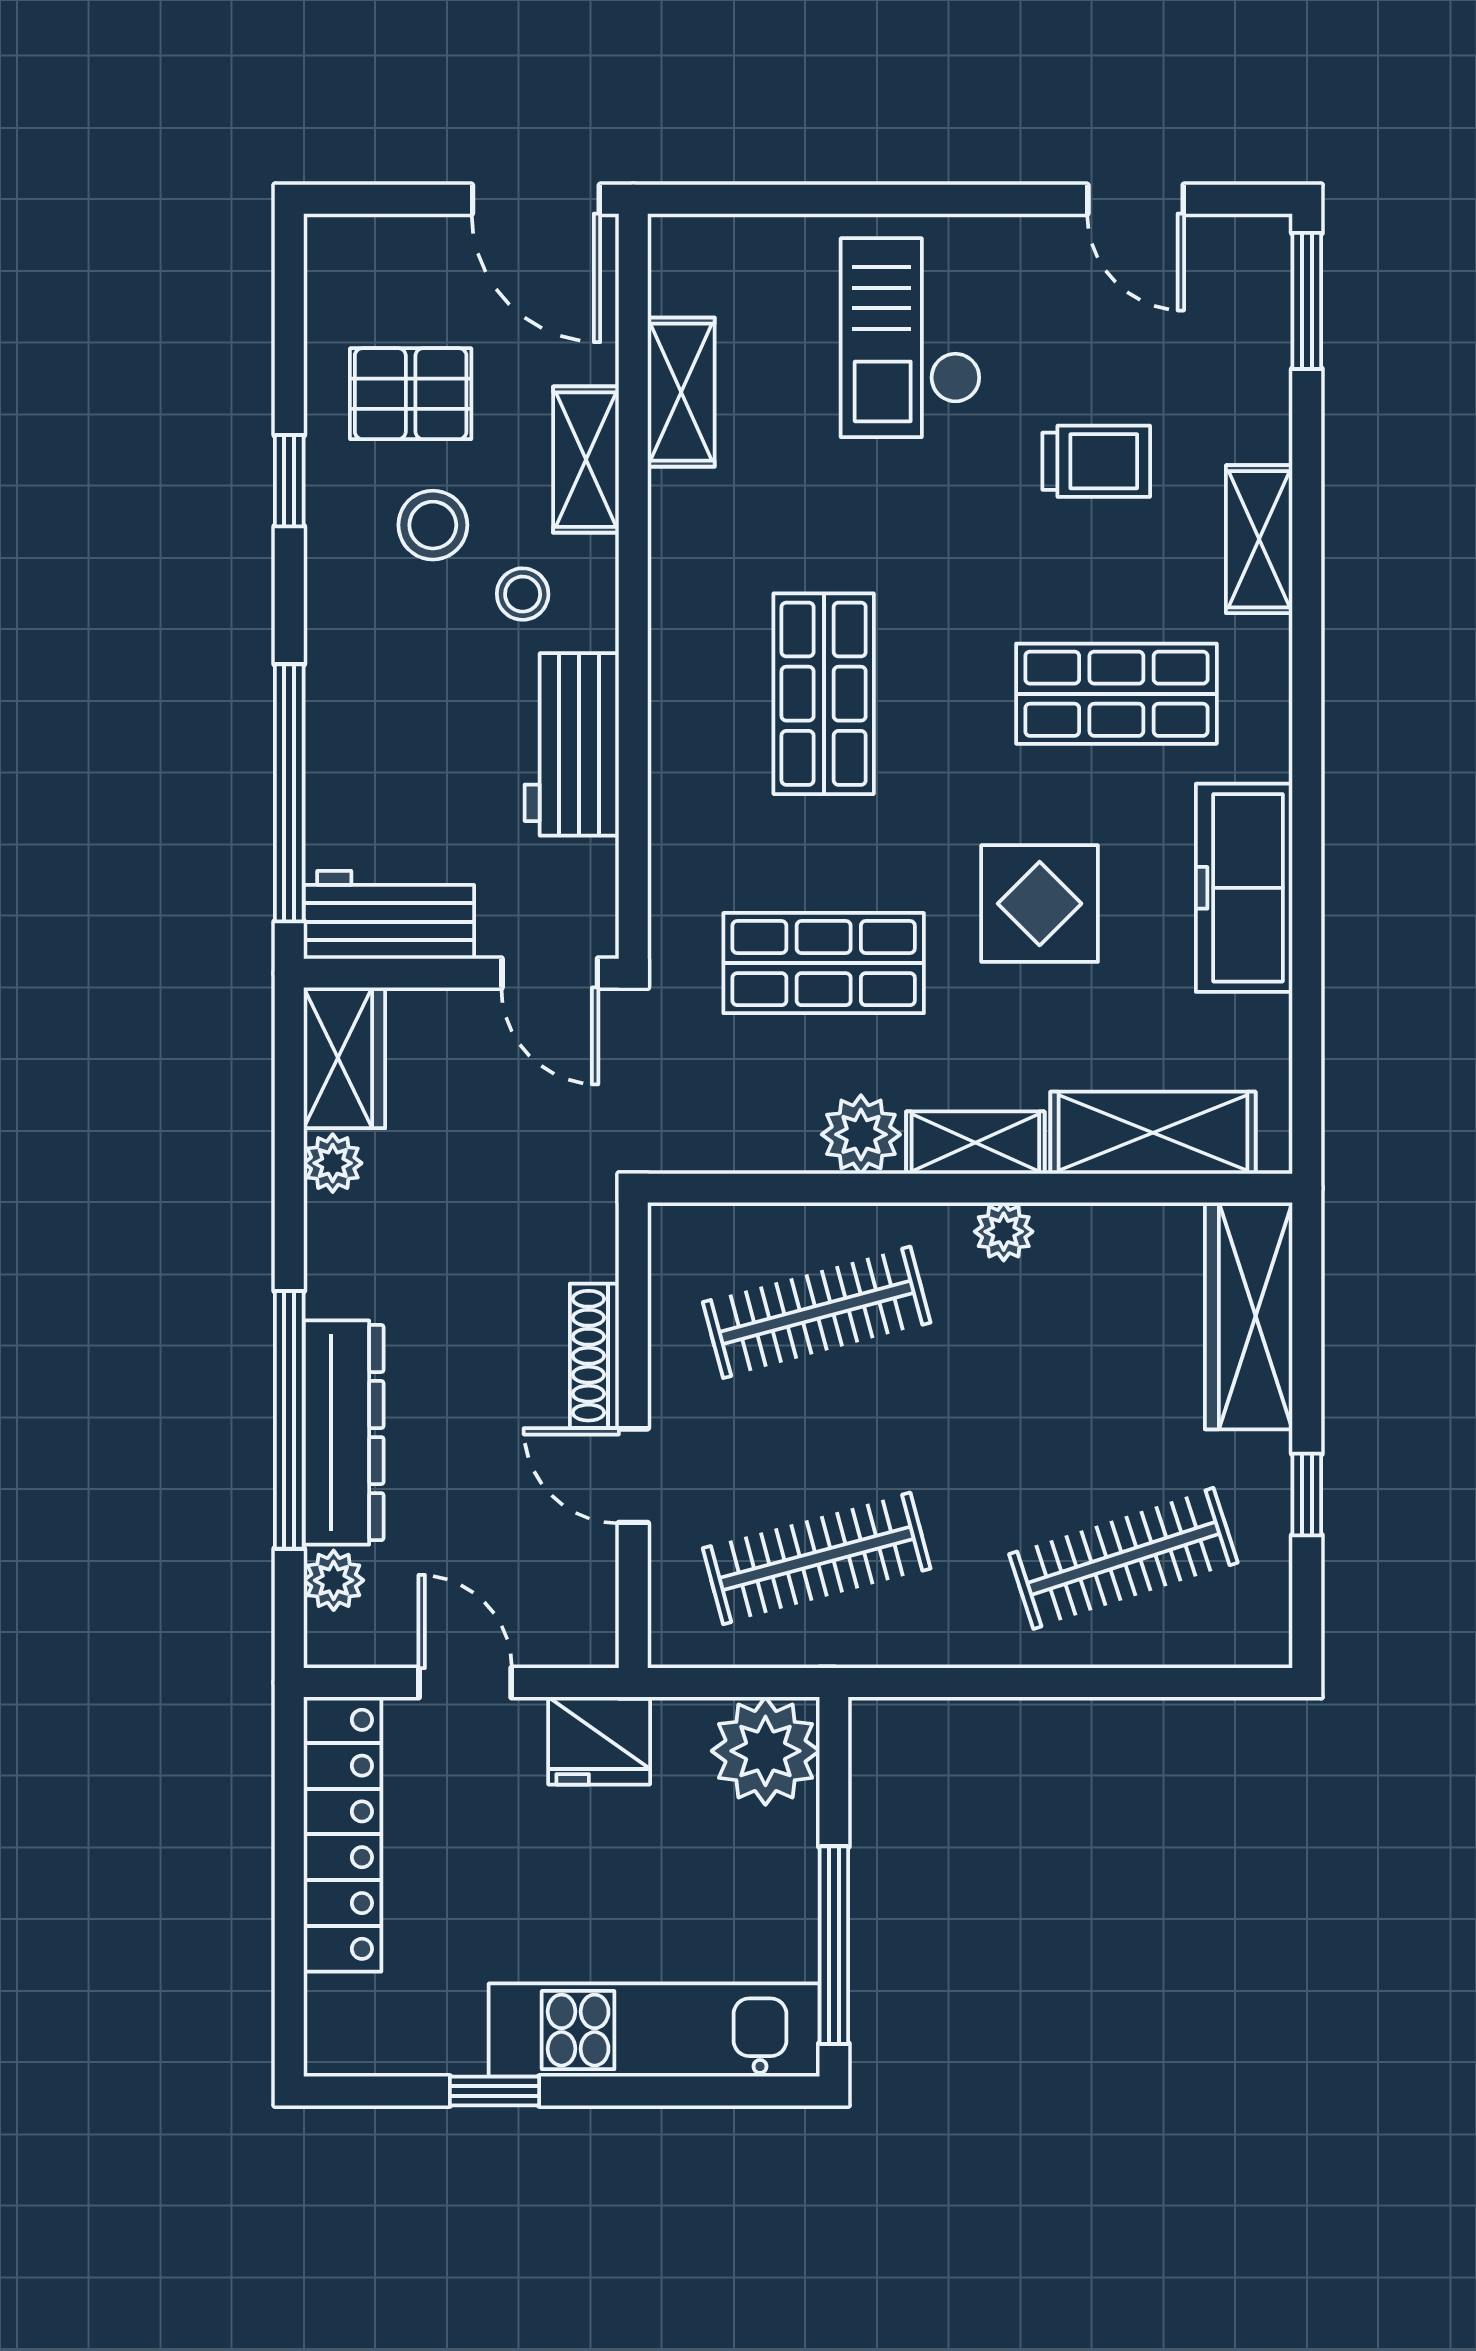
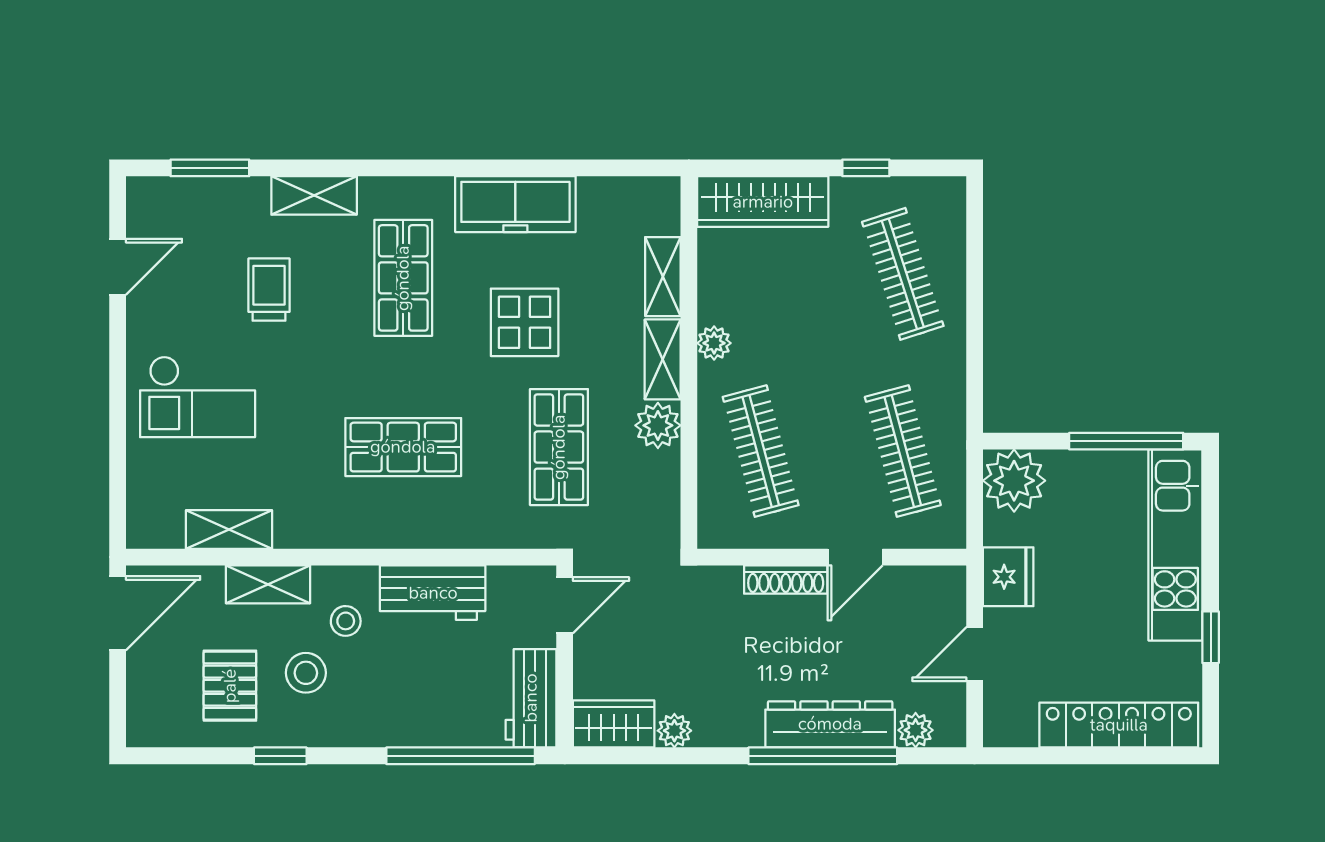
window: (1307, 301) -> (210, 168), moved
shelving: (1153, 1133) -> (663, 277), width x0.67, depth x0.75
locker: (342, 1834) -> (1119, 725), moved

